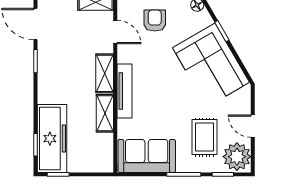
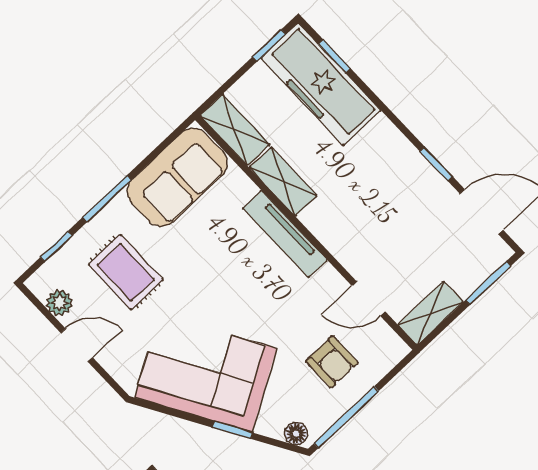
shelving: (105, 73) -> (235, 130), moved
plant: (237, 157) -> (59, 303), width x0.53, depth x0.53

